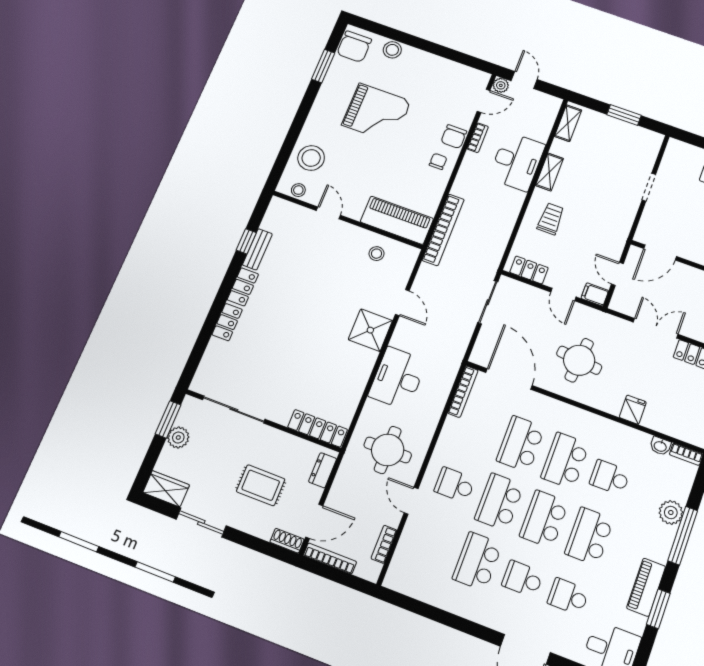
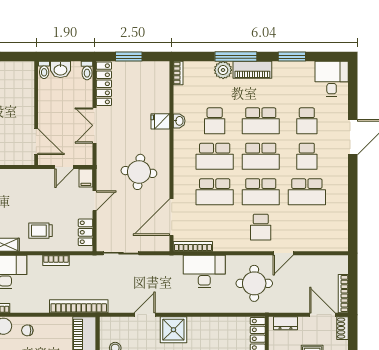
desk: (398, 378) -> (204, 271), moved, turned 180
washbasin: (660, 446) -> (179, 121), moved
bookcase: (384, 544) -> (56, 260), moved
piano: (646, 587) -> (252, 70), moved

